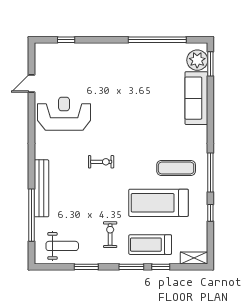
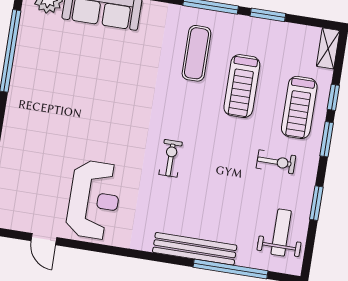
reception desk: (64, 114) -> (94, 200), turned 180
treadmill: (159, 203) -> (242, 86), width x0.73, depth x0.73
window: (210, 213) -> (268, 15), width x1.50
exercise bike: (110, 235) -> (276, 162), turned 180

